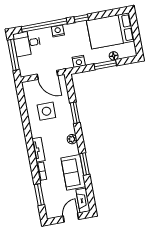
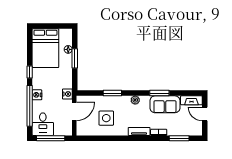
nightstand: (79, 61) -> (67, 94), moved

